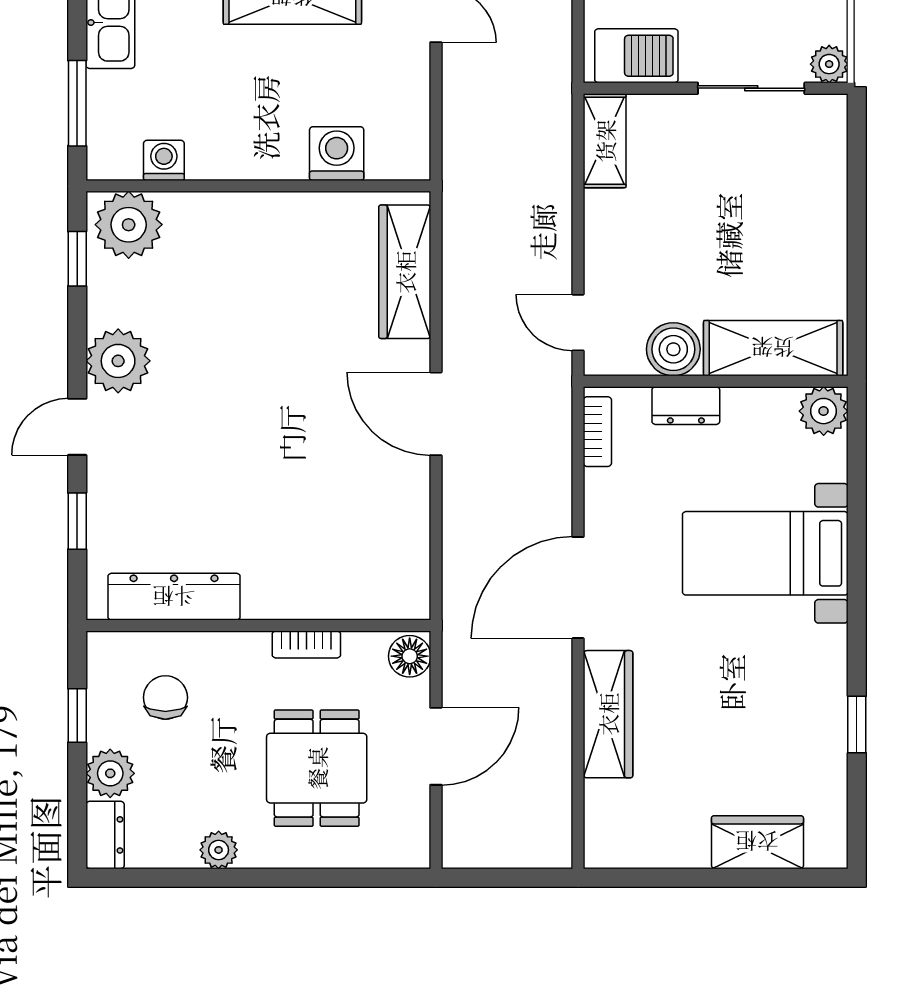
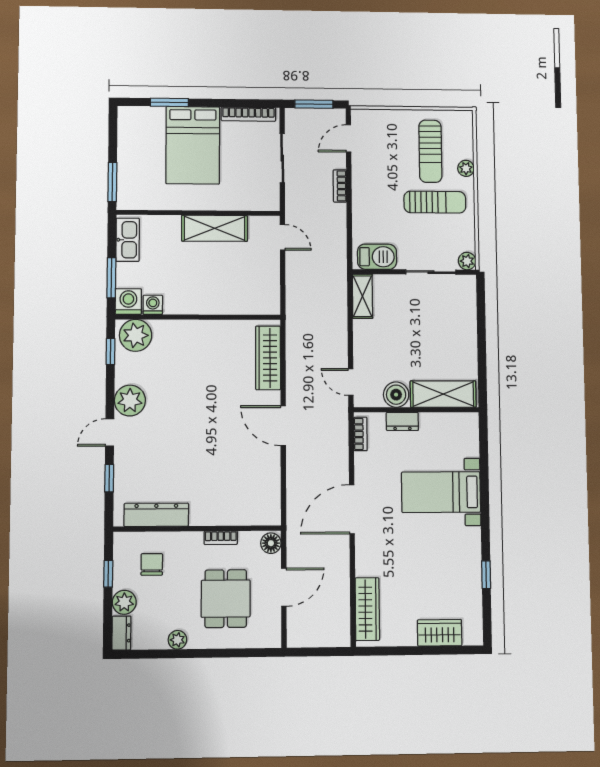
washing machine: (337, 154) -> (128, 302), moved
plant: (824, 411) -> (467, 424), removed
wardrobe: (608, 714) -> (367, 609), moved

